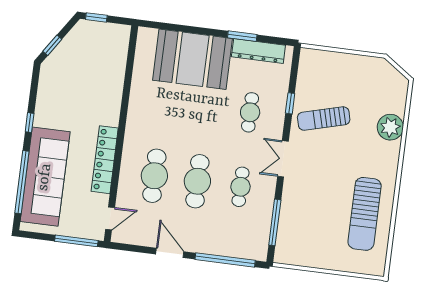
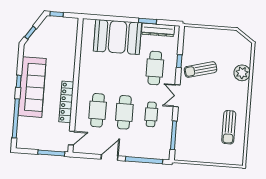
cafe table: (250, 112) -> (155, 68), width x1.37, depth x1.35
sofa: (45, 177) -> (32, 87), moved
sun lounger: (365, 214) -> (229, 127), width x0.73, depth x0.75
door: (170, 253) -> (110, 157), hinge flipped

